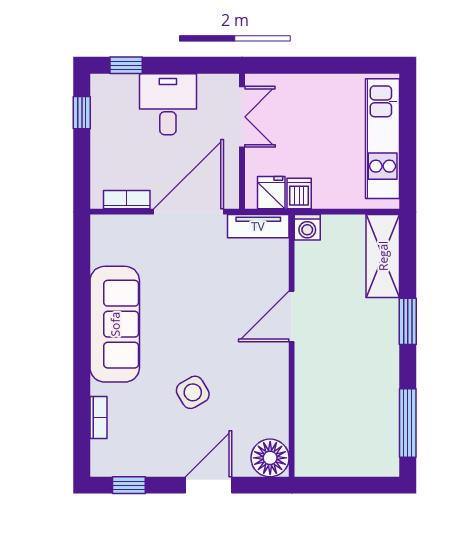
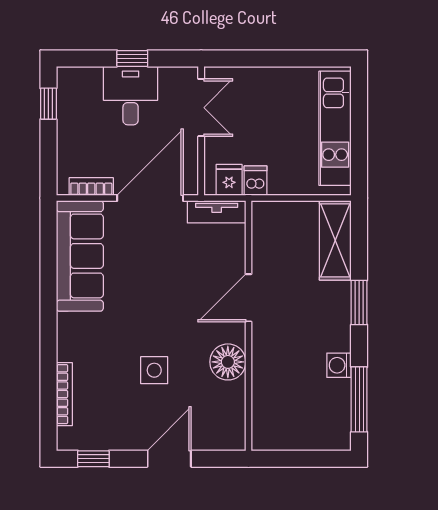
window: (126, 65) -> (132, 58), moved
washing machine: (307, 227) -> (339, 365), moved, turned 90
sofa: (115, 324) -> (80, 256), moved
side table: (193, 392) -> (154, 370), turned 30
bookcase: (99, 417) -> (64, 394), width x1.56
floor lamp: (270, 458) -> (228, 362), moved

